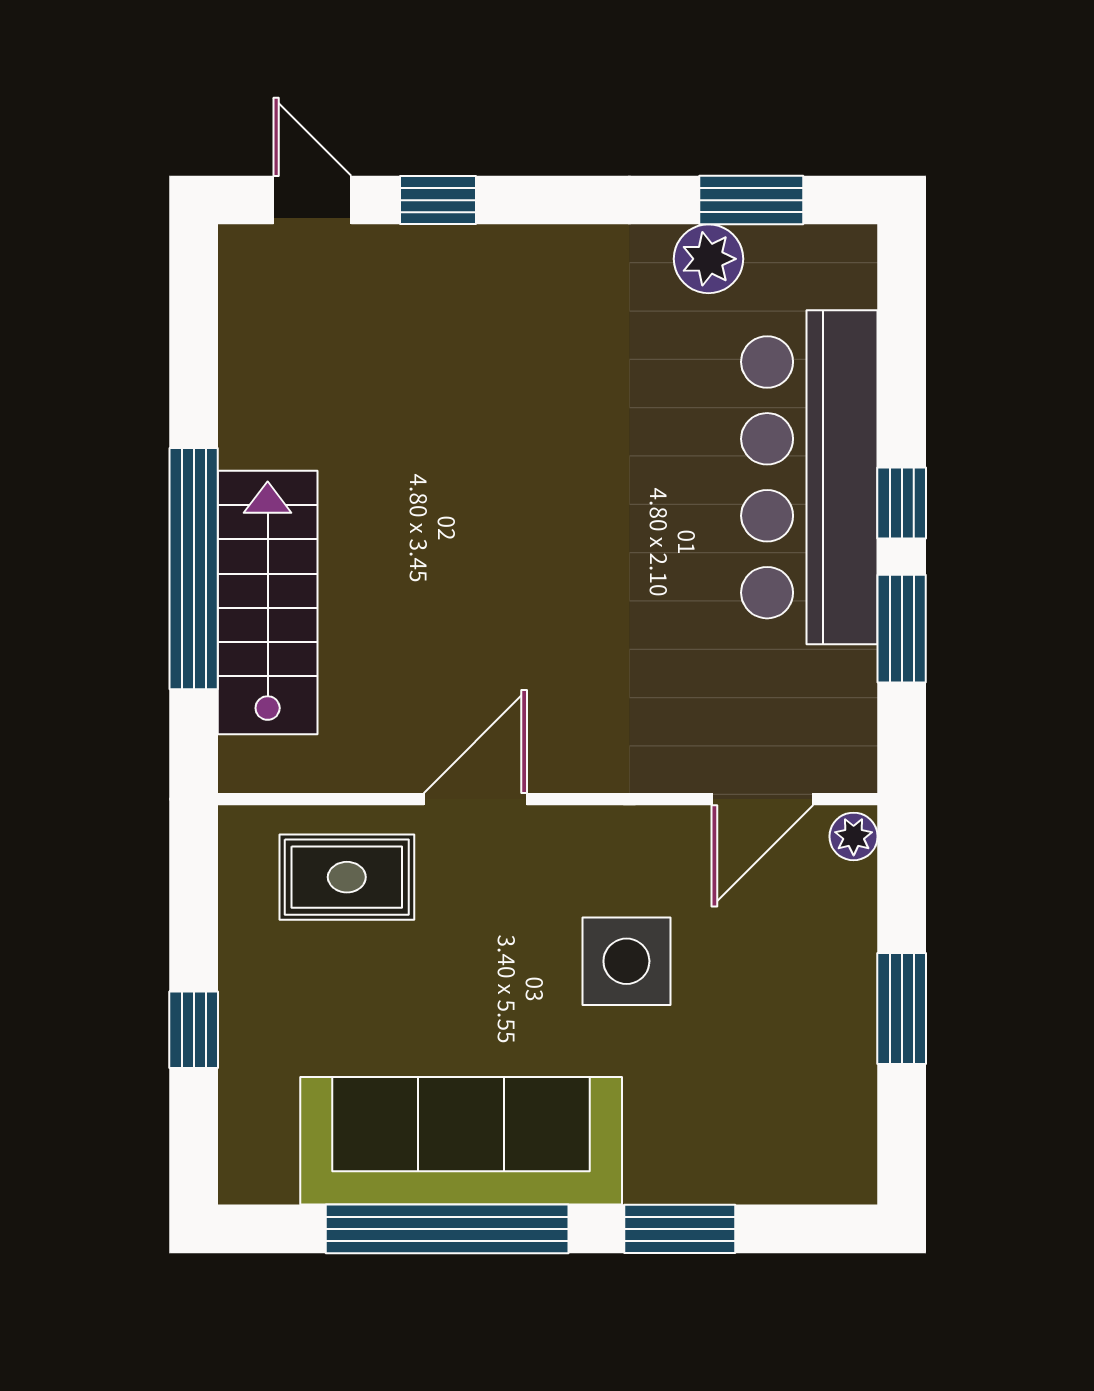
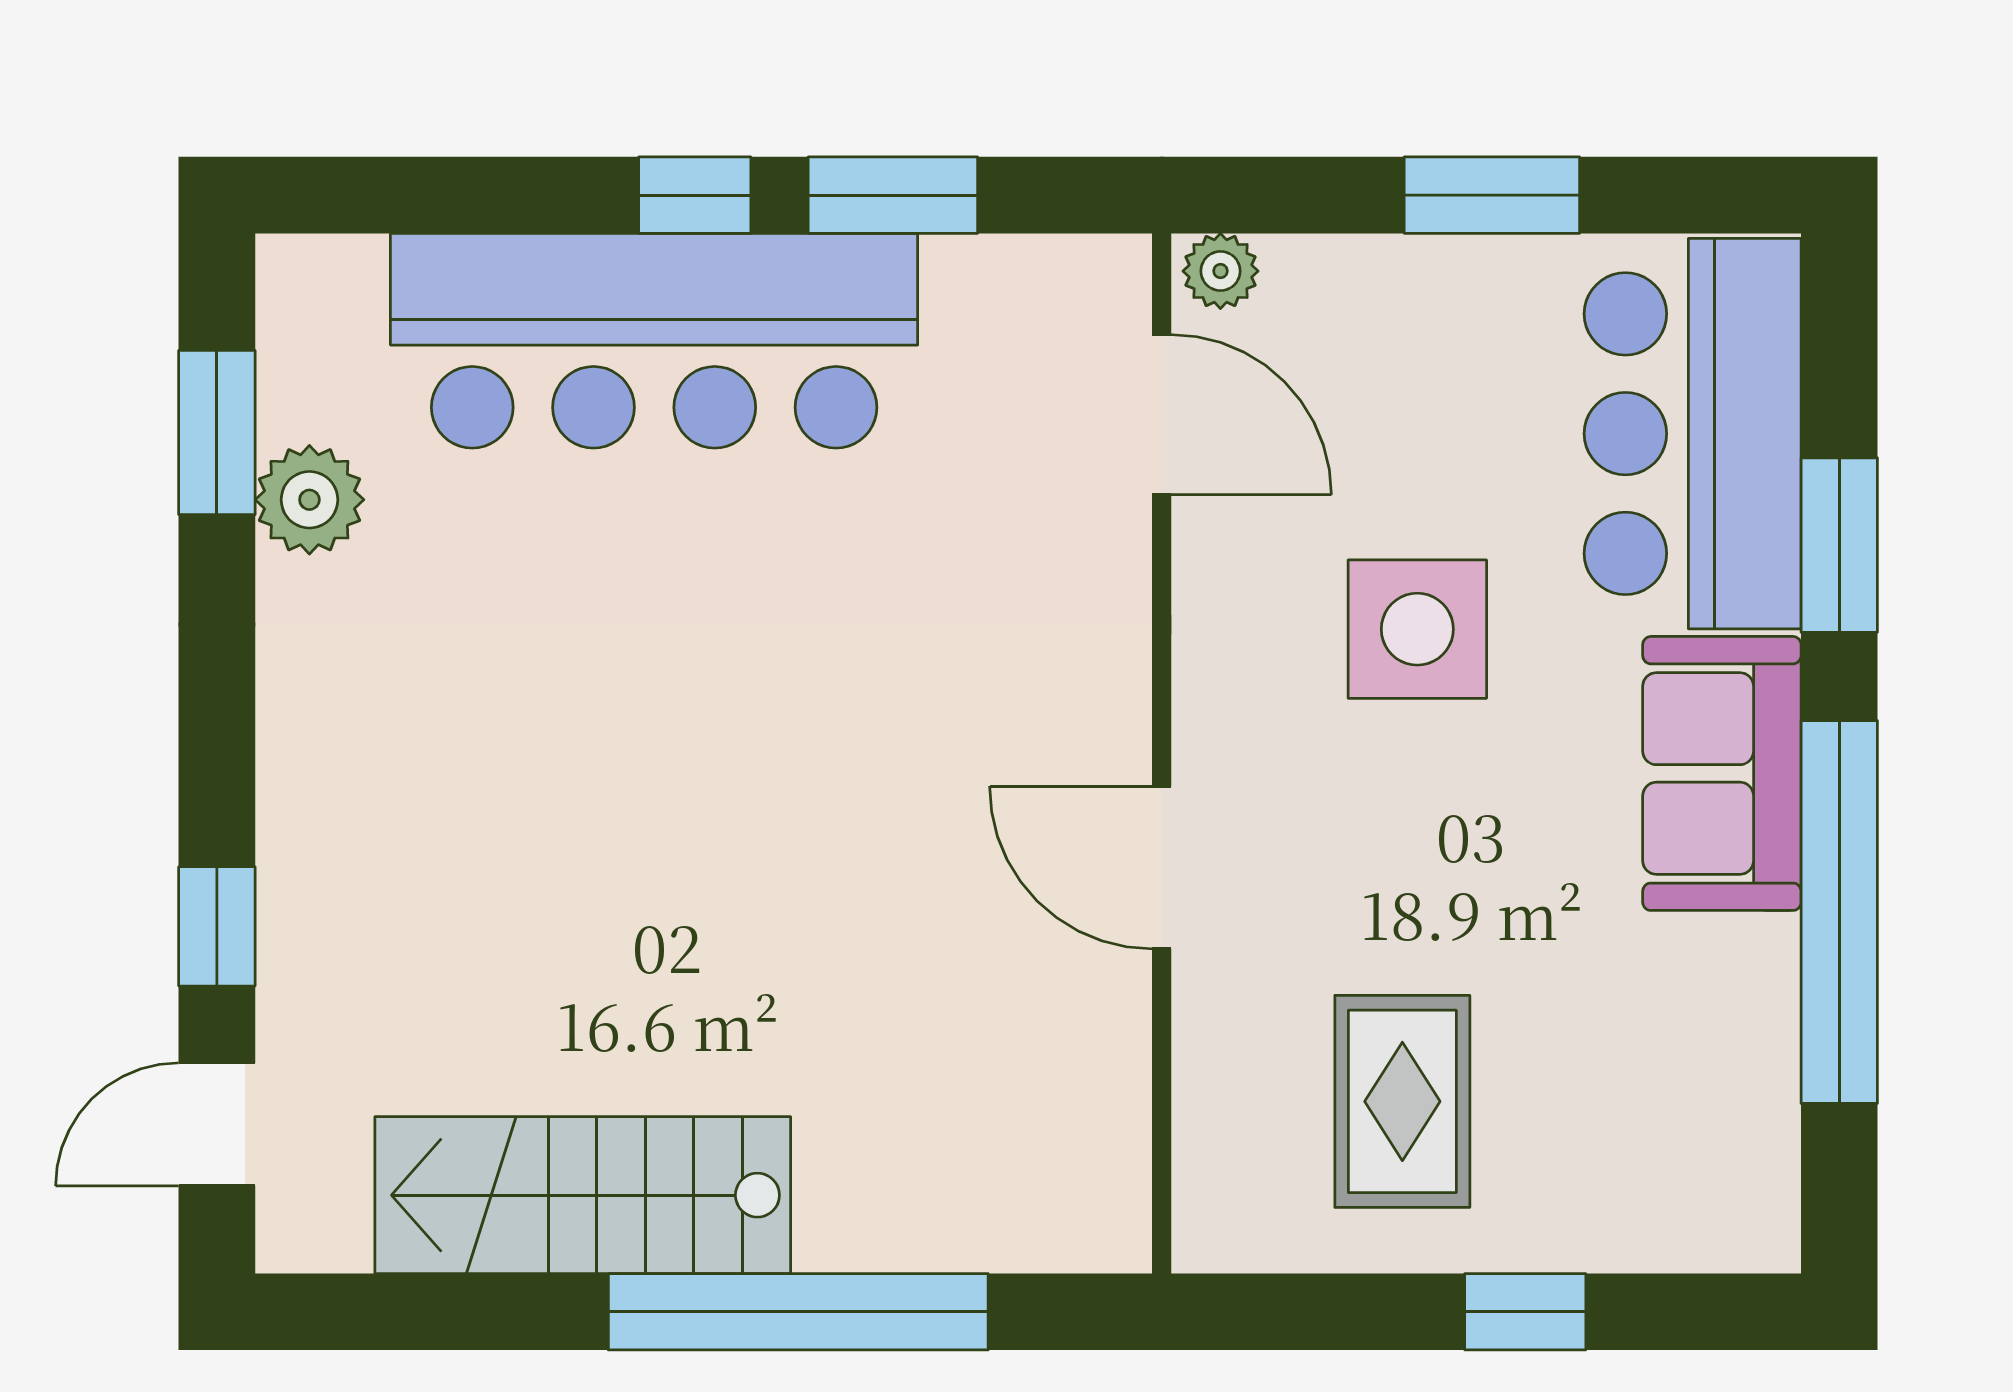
stairs: (268, 603) -> (583, 1195), moved
rug: (347, 877) -> (1402, 1101), moved
bar counter: (750, 1136) -> (1693, 434), added
sofa: (461, 1141) -> (1722, 773), width x0.54, depth x0.79

